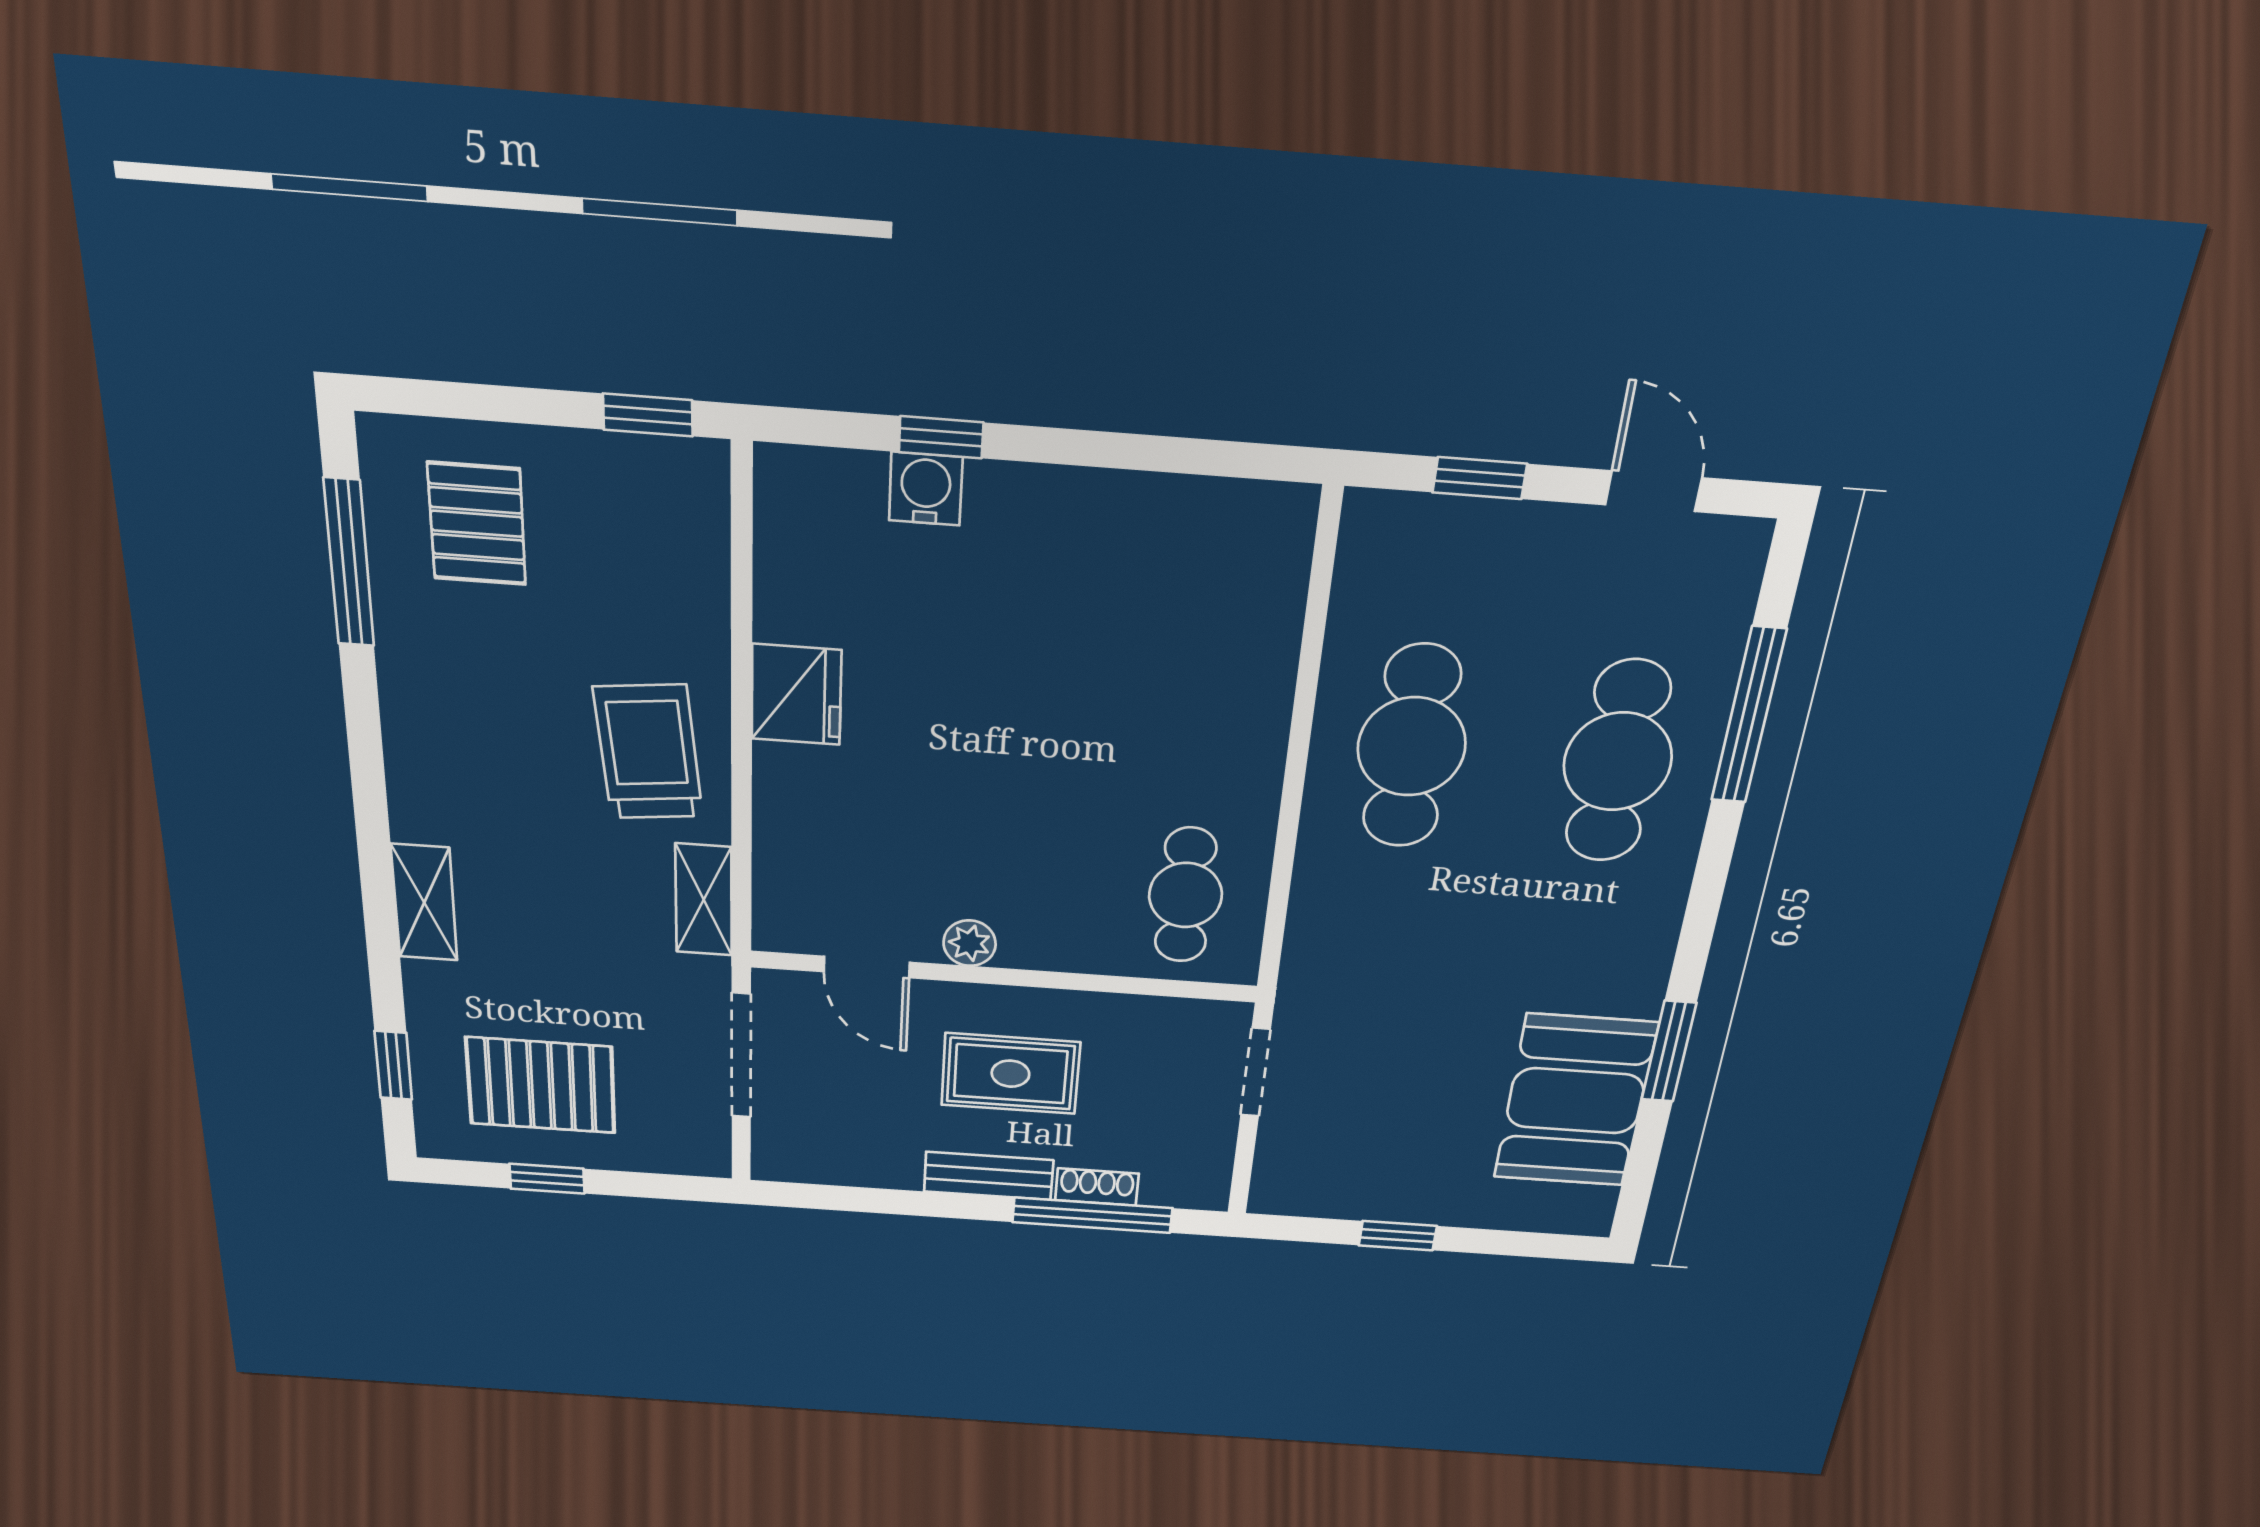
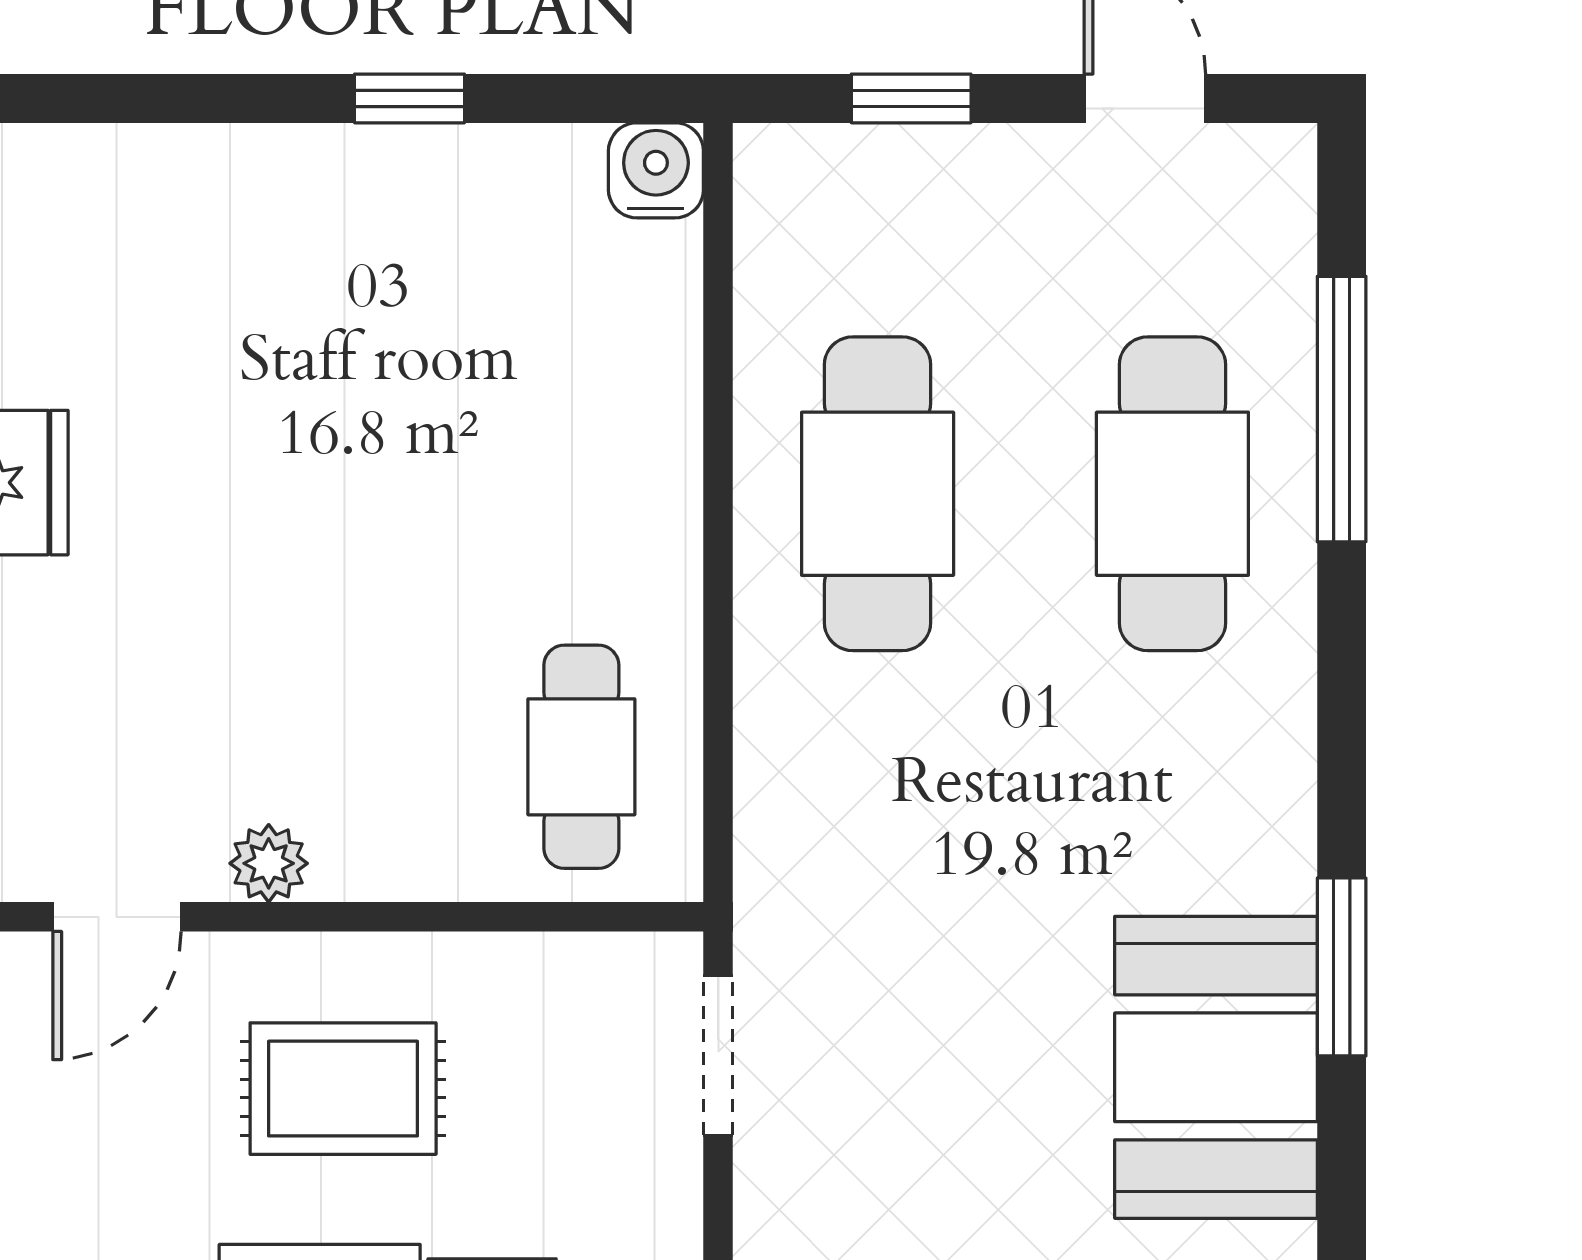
window: (941, 437) -> (409, 98), moved
water cooler: (926, 489) -> (656, 170), moved
door: (867, 967) -> (117, 917), hinge flipped

